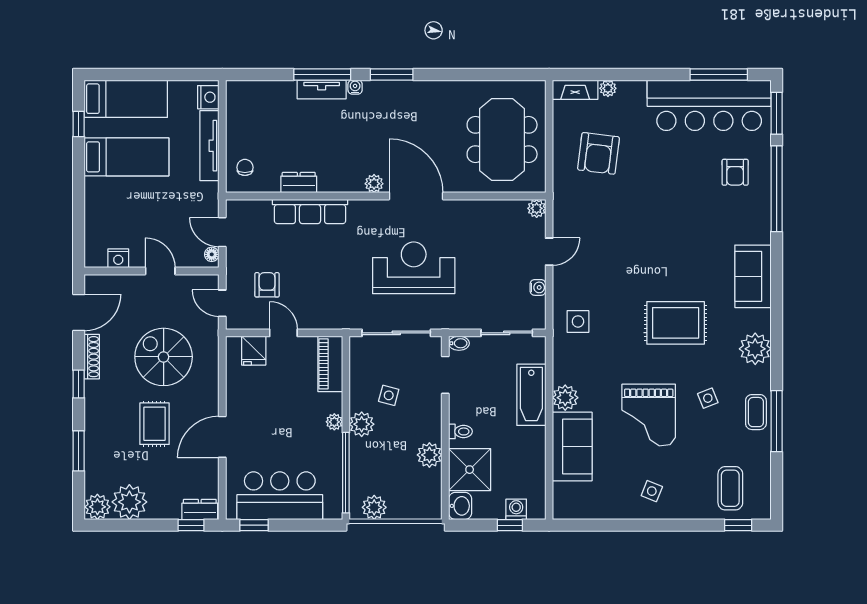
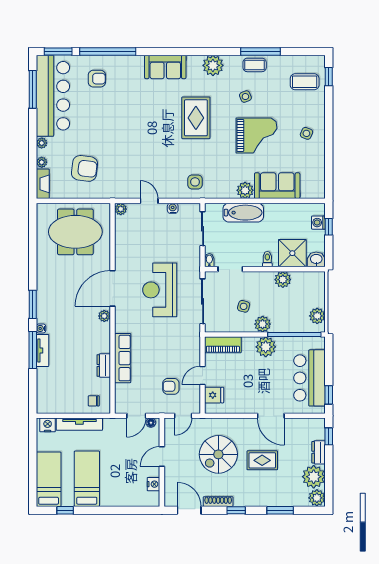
plant: (637, 88) -> (42, 143), added
plant: (334, 422) -> (266, 347), width x1.88, depth x1.88
dresser: (200, 509) -> (319, 452), moved

